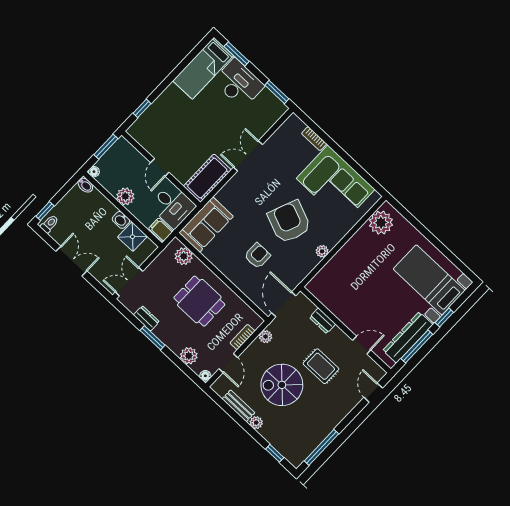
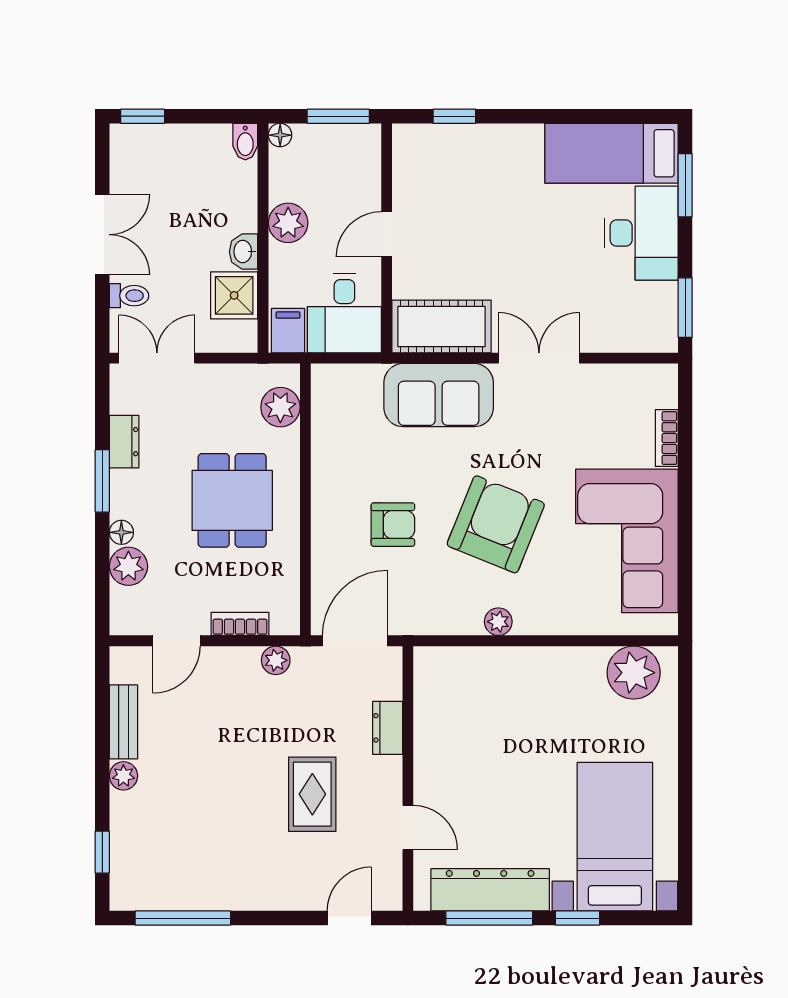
toilet: (50, 224) -> (129, 296), moved
sofa: (206, 224) -> (439, 395), moved
floor lamp: (205, 376) -> (121, 532), moved
spiral stairs: (282, 385) -> (223, 760), removed

